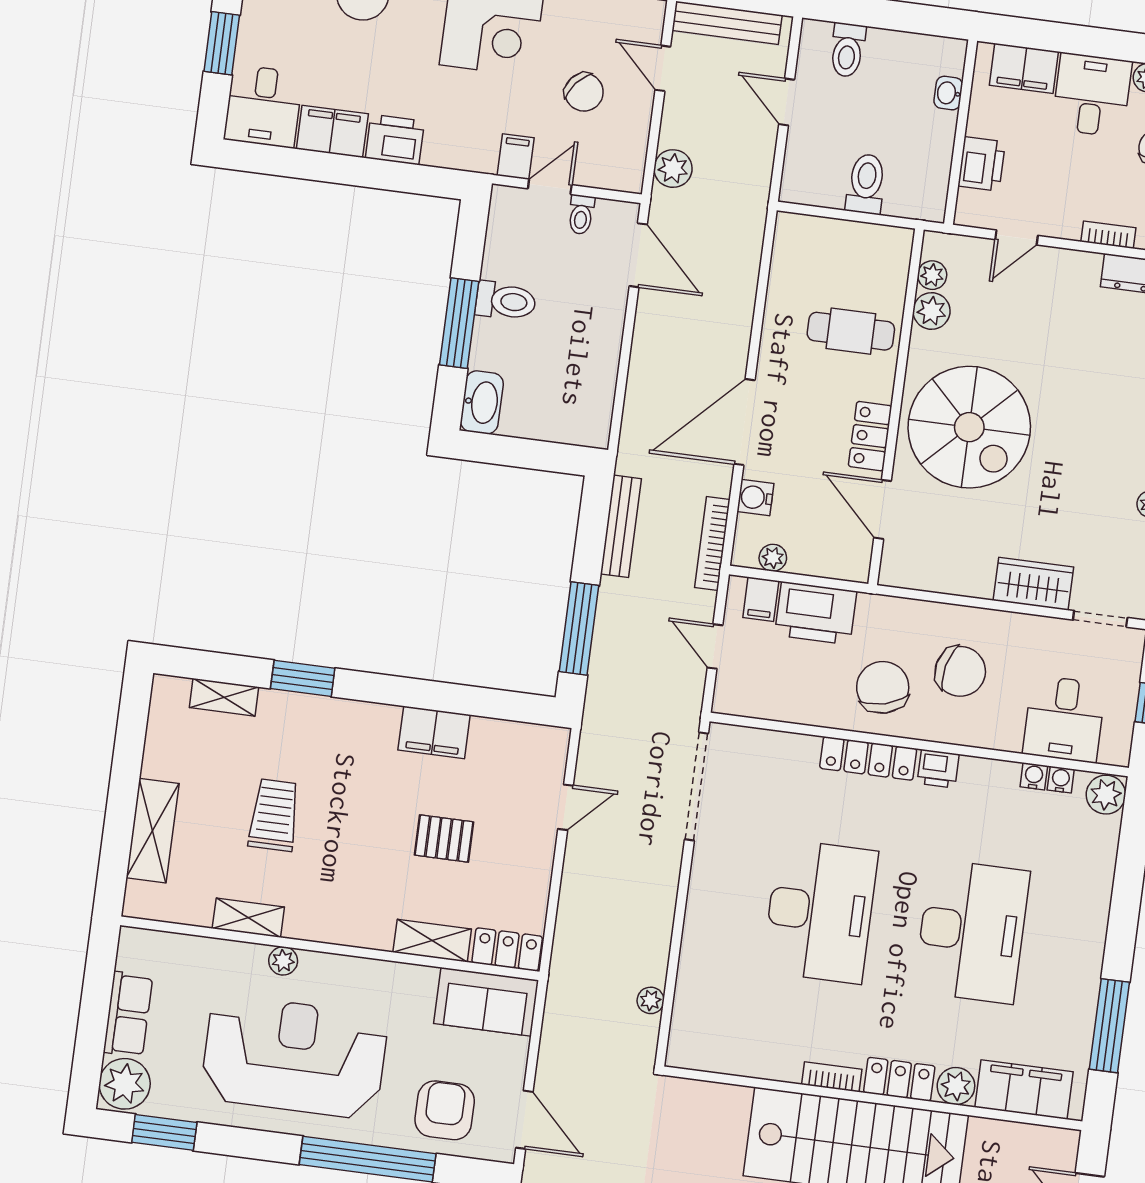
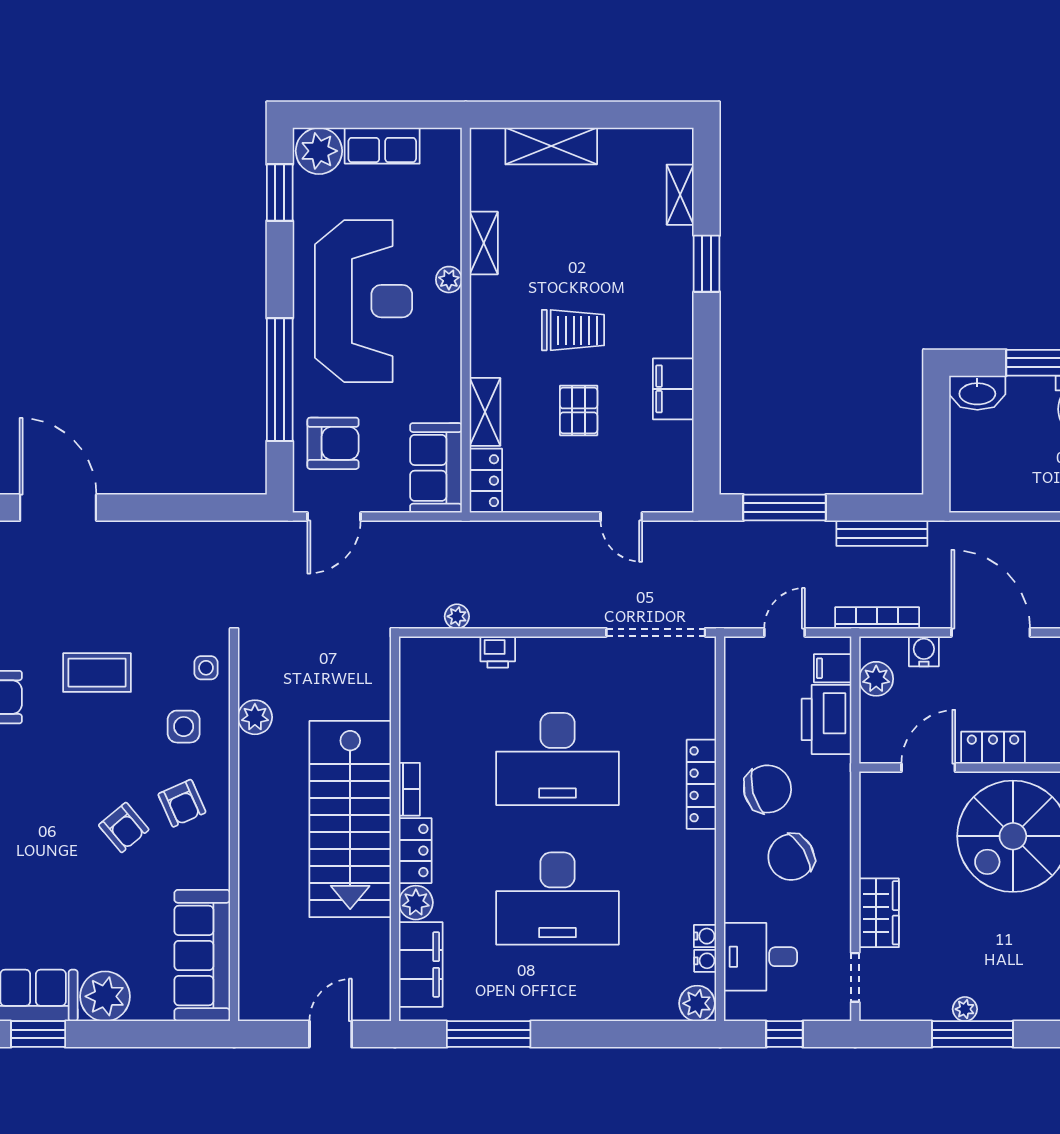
plant: (773, 558) -> (876, 679), width x1.38, depth x1.38
chair: (960, 671) -> (791, 857), turned 46
printer: (938, 769) -> (498, 652), moved, turned -90
trolley: (274, 815) -> (573, 330), moved

